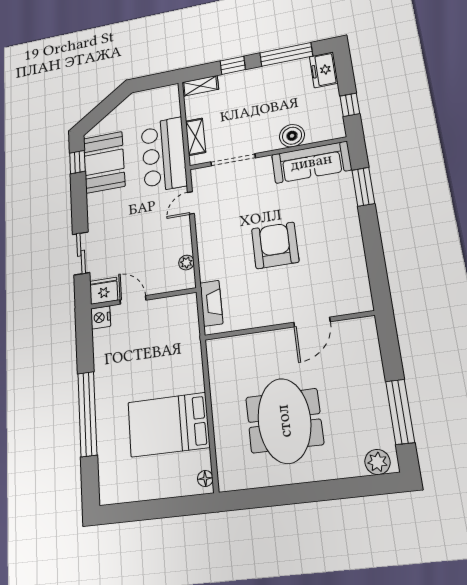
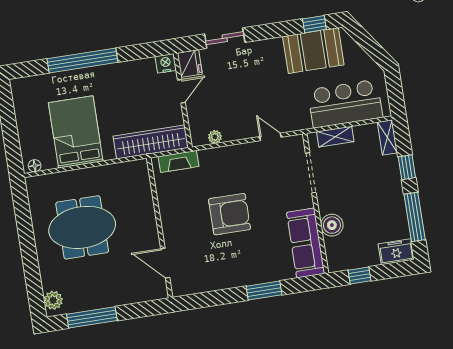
bar counter: (164, 155) -> (345, 104), moved
window: (363, 187) -> (264, 290), moved
door: (312, 322) -> (165, 263), moved
wardrobe: (187, 335) -> (151, 142), added

